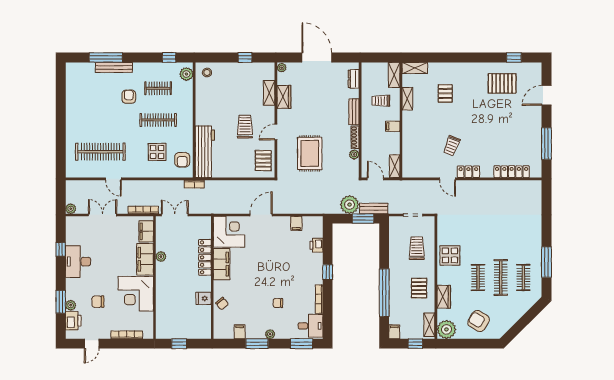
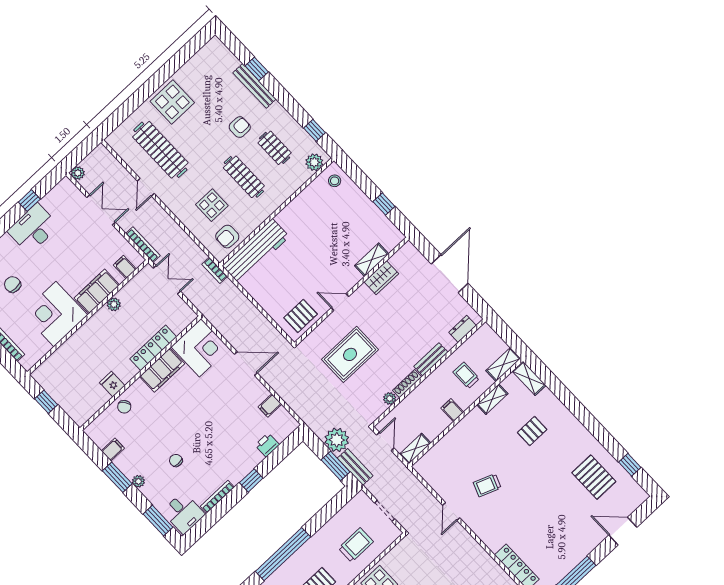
window: (106, 57) -> (257, 69), width x0.46
plant: (282, 68) -> (408, 249), removed
display table: (80, 121) -> (172, 102), added
trolley: (245, 127) -> (317, 267), removed
locker: (468, 172) -> (477, 525), removed
filing cabinet: (146, 231) -> (125, 267), width x0.50

